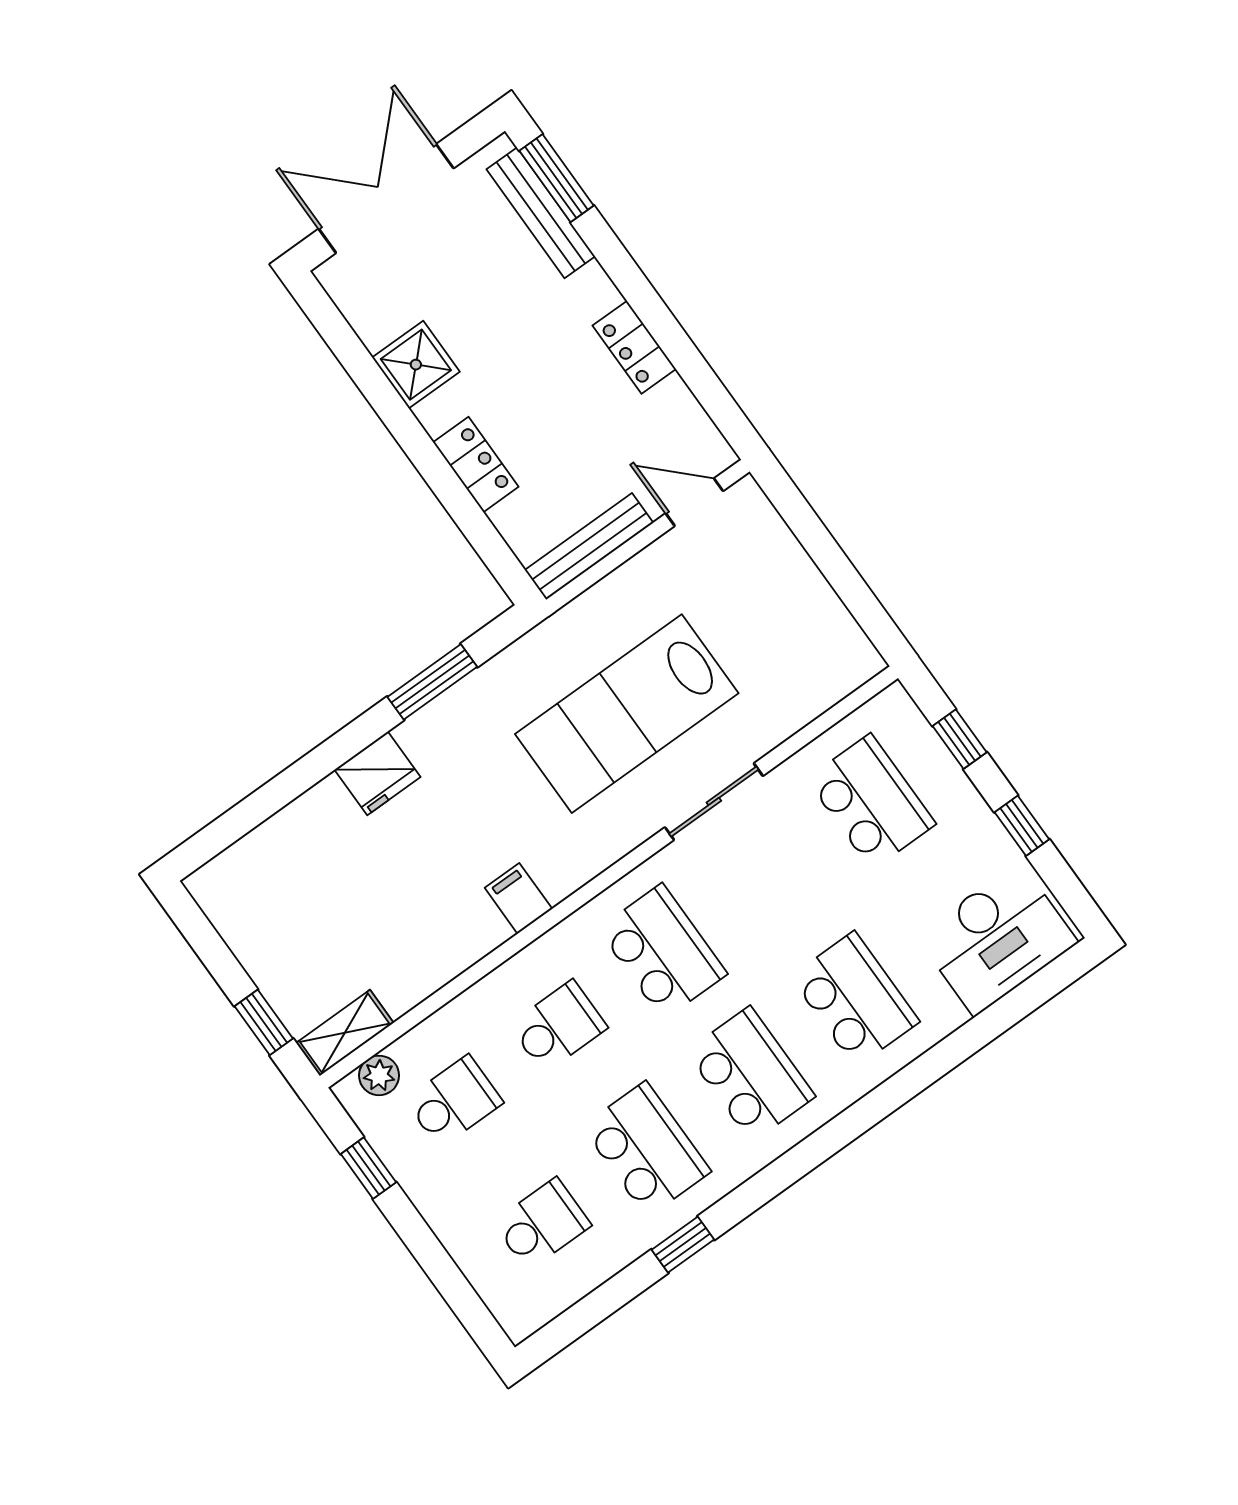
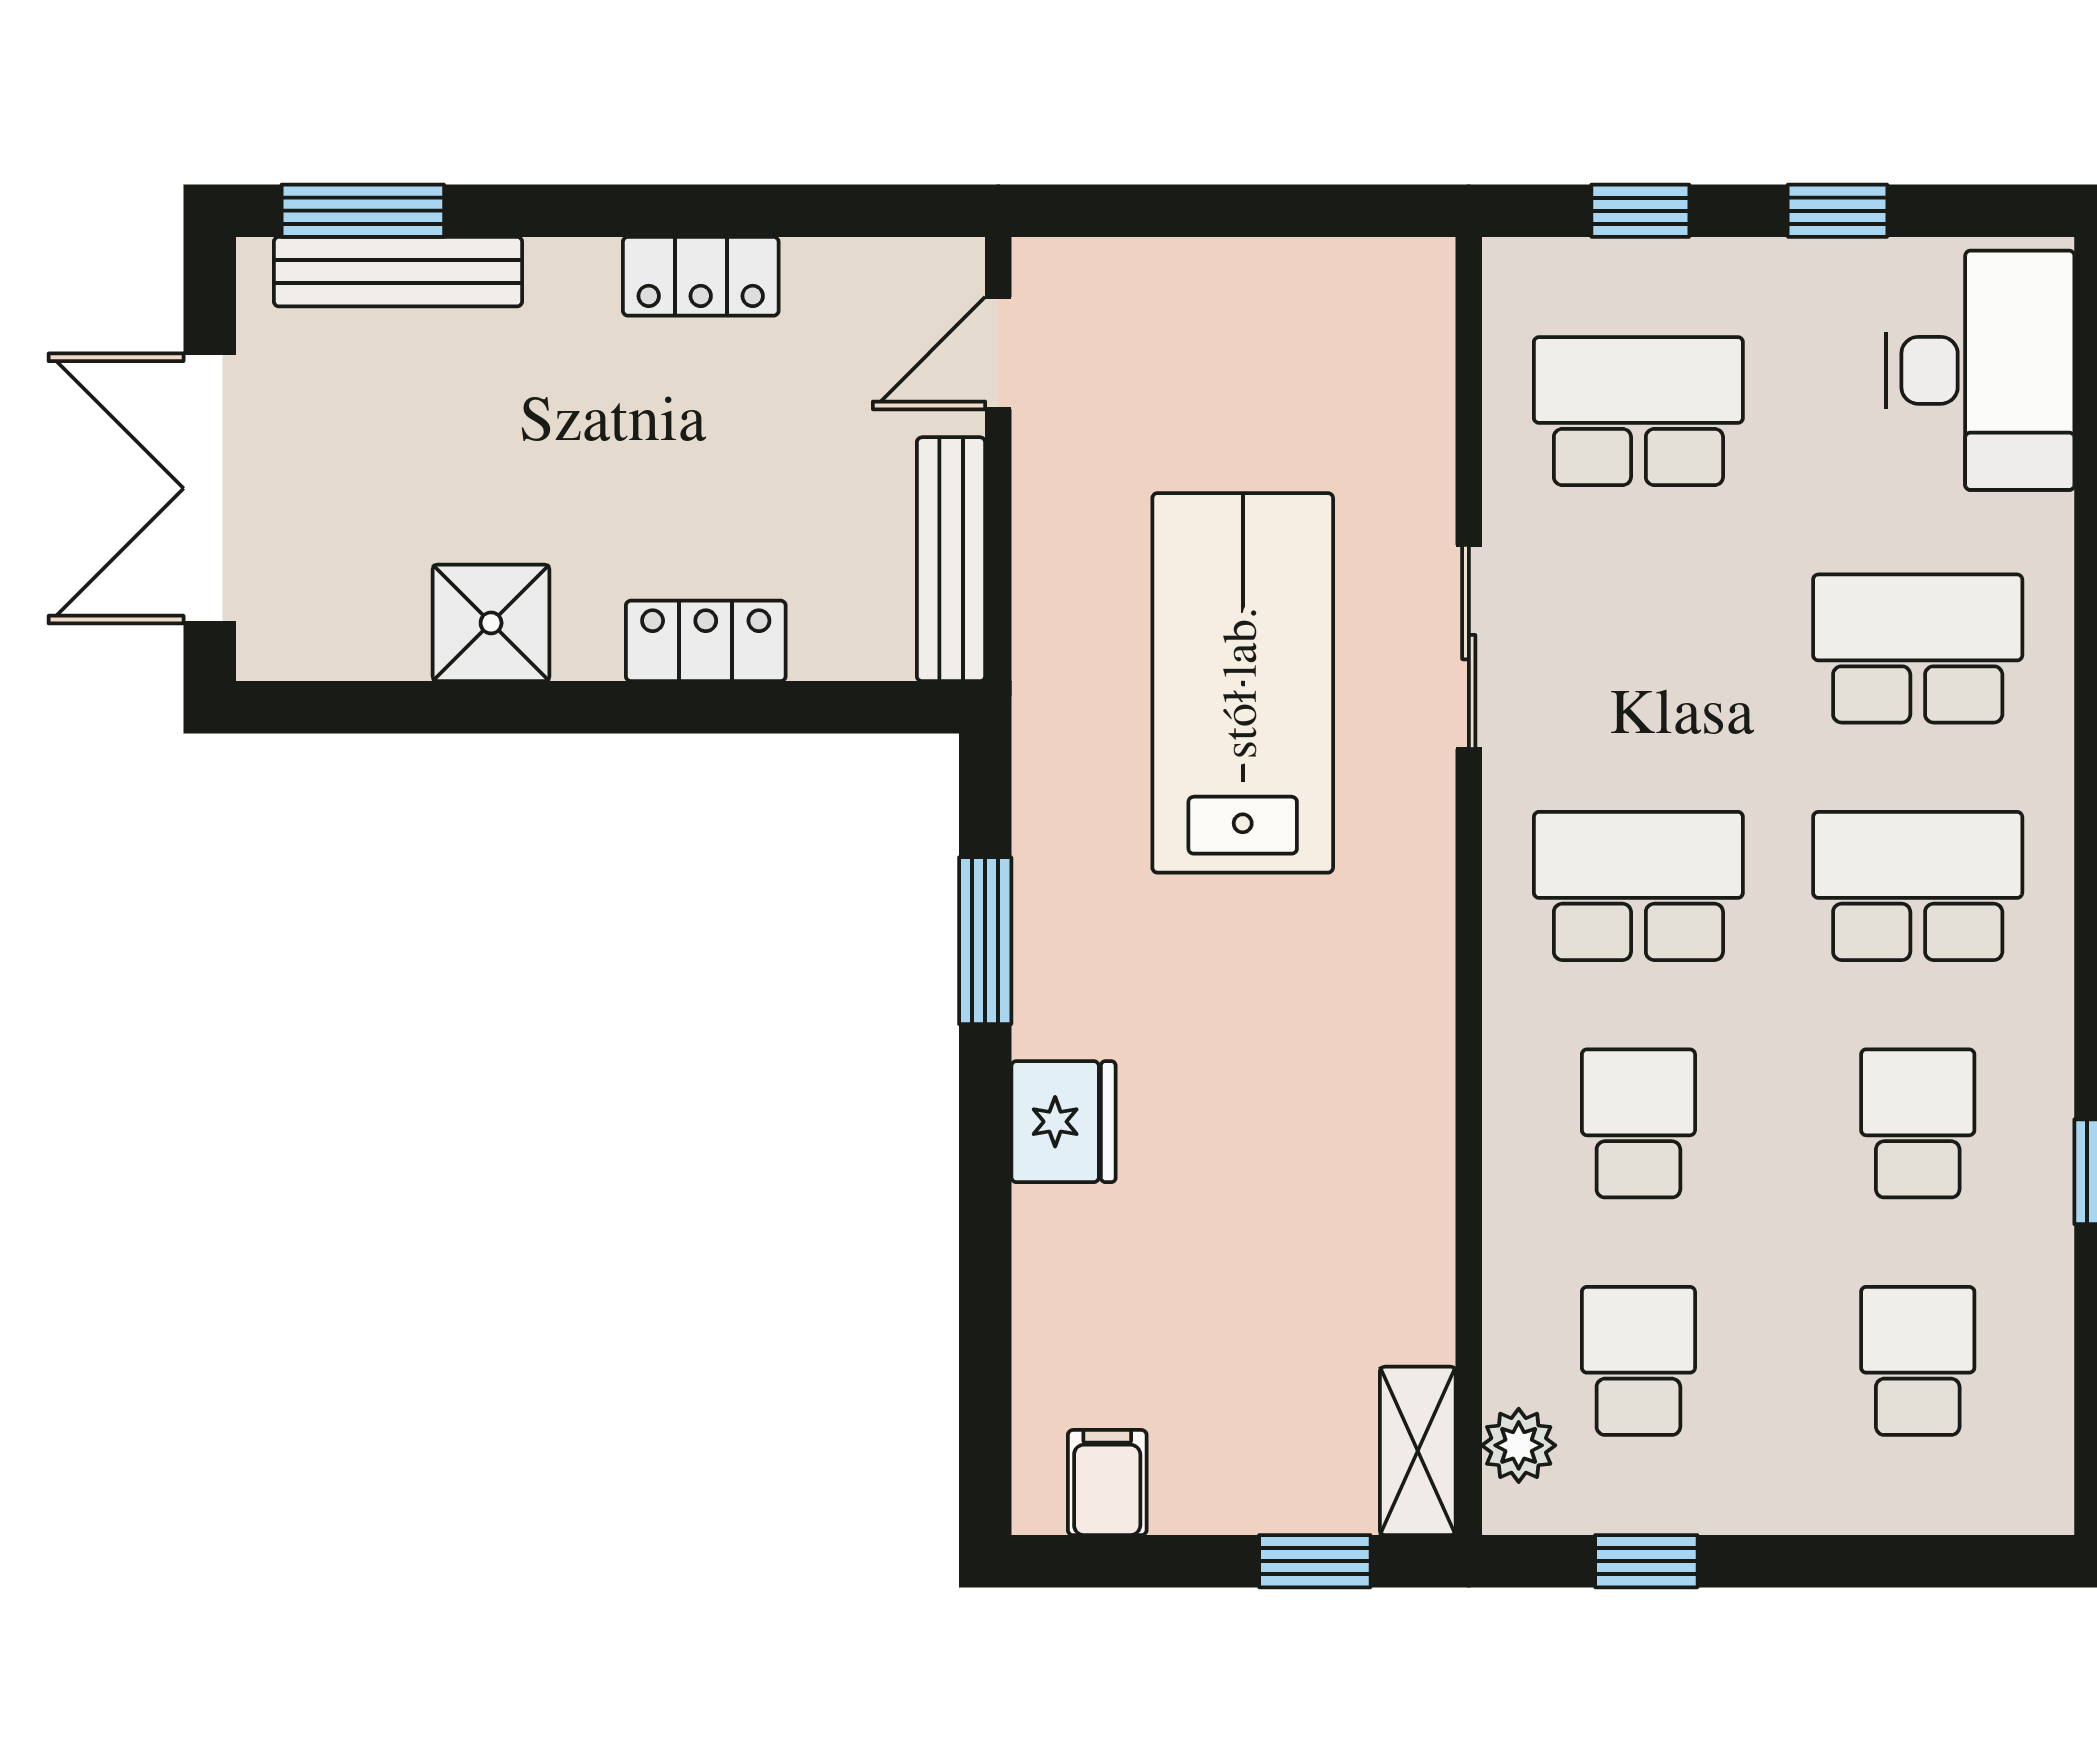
lab bench: (627, 714) -> (1243, 683), turned 180
filing cabinet: (518, 898) -> (1107, 1483), moved, turned 90
school desk: (646, 1149) -> (1918, 1123), width x0.54

